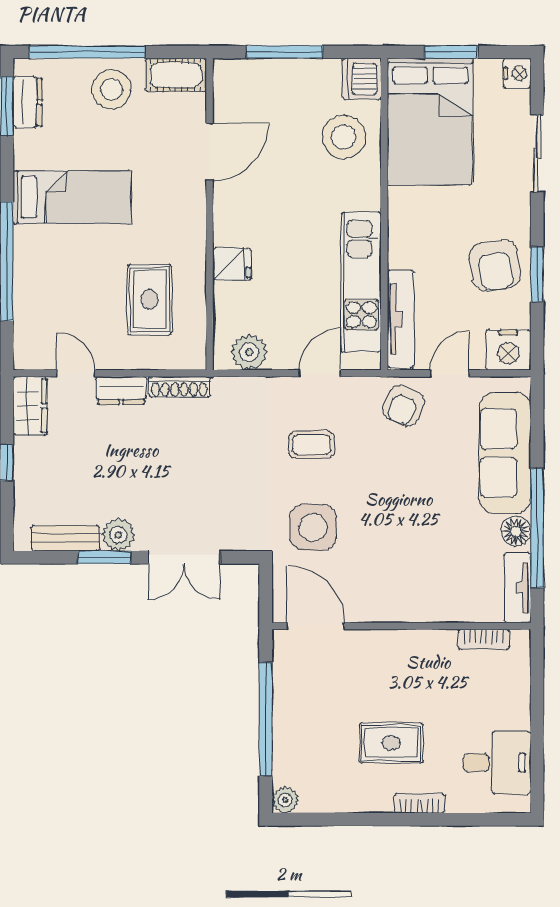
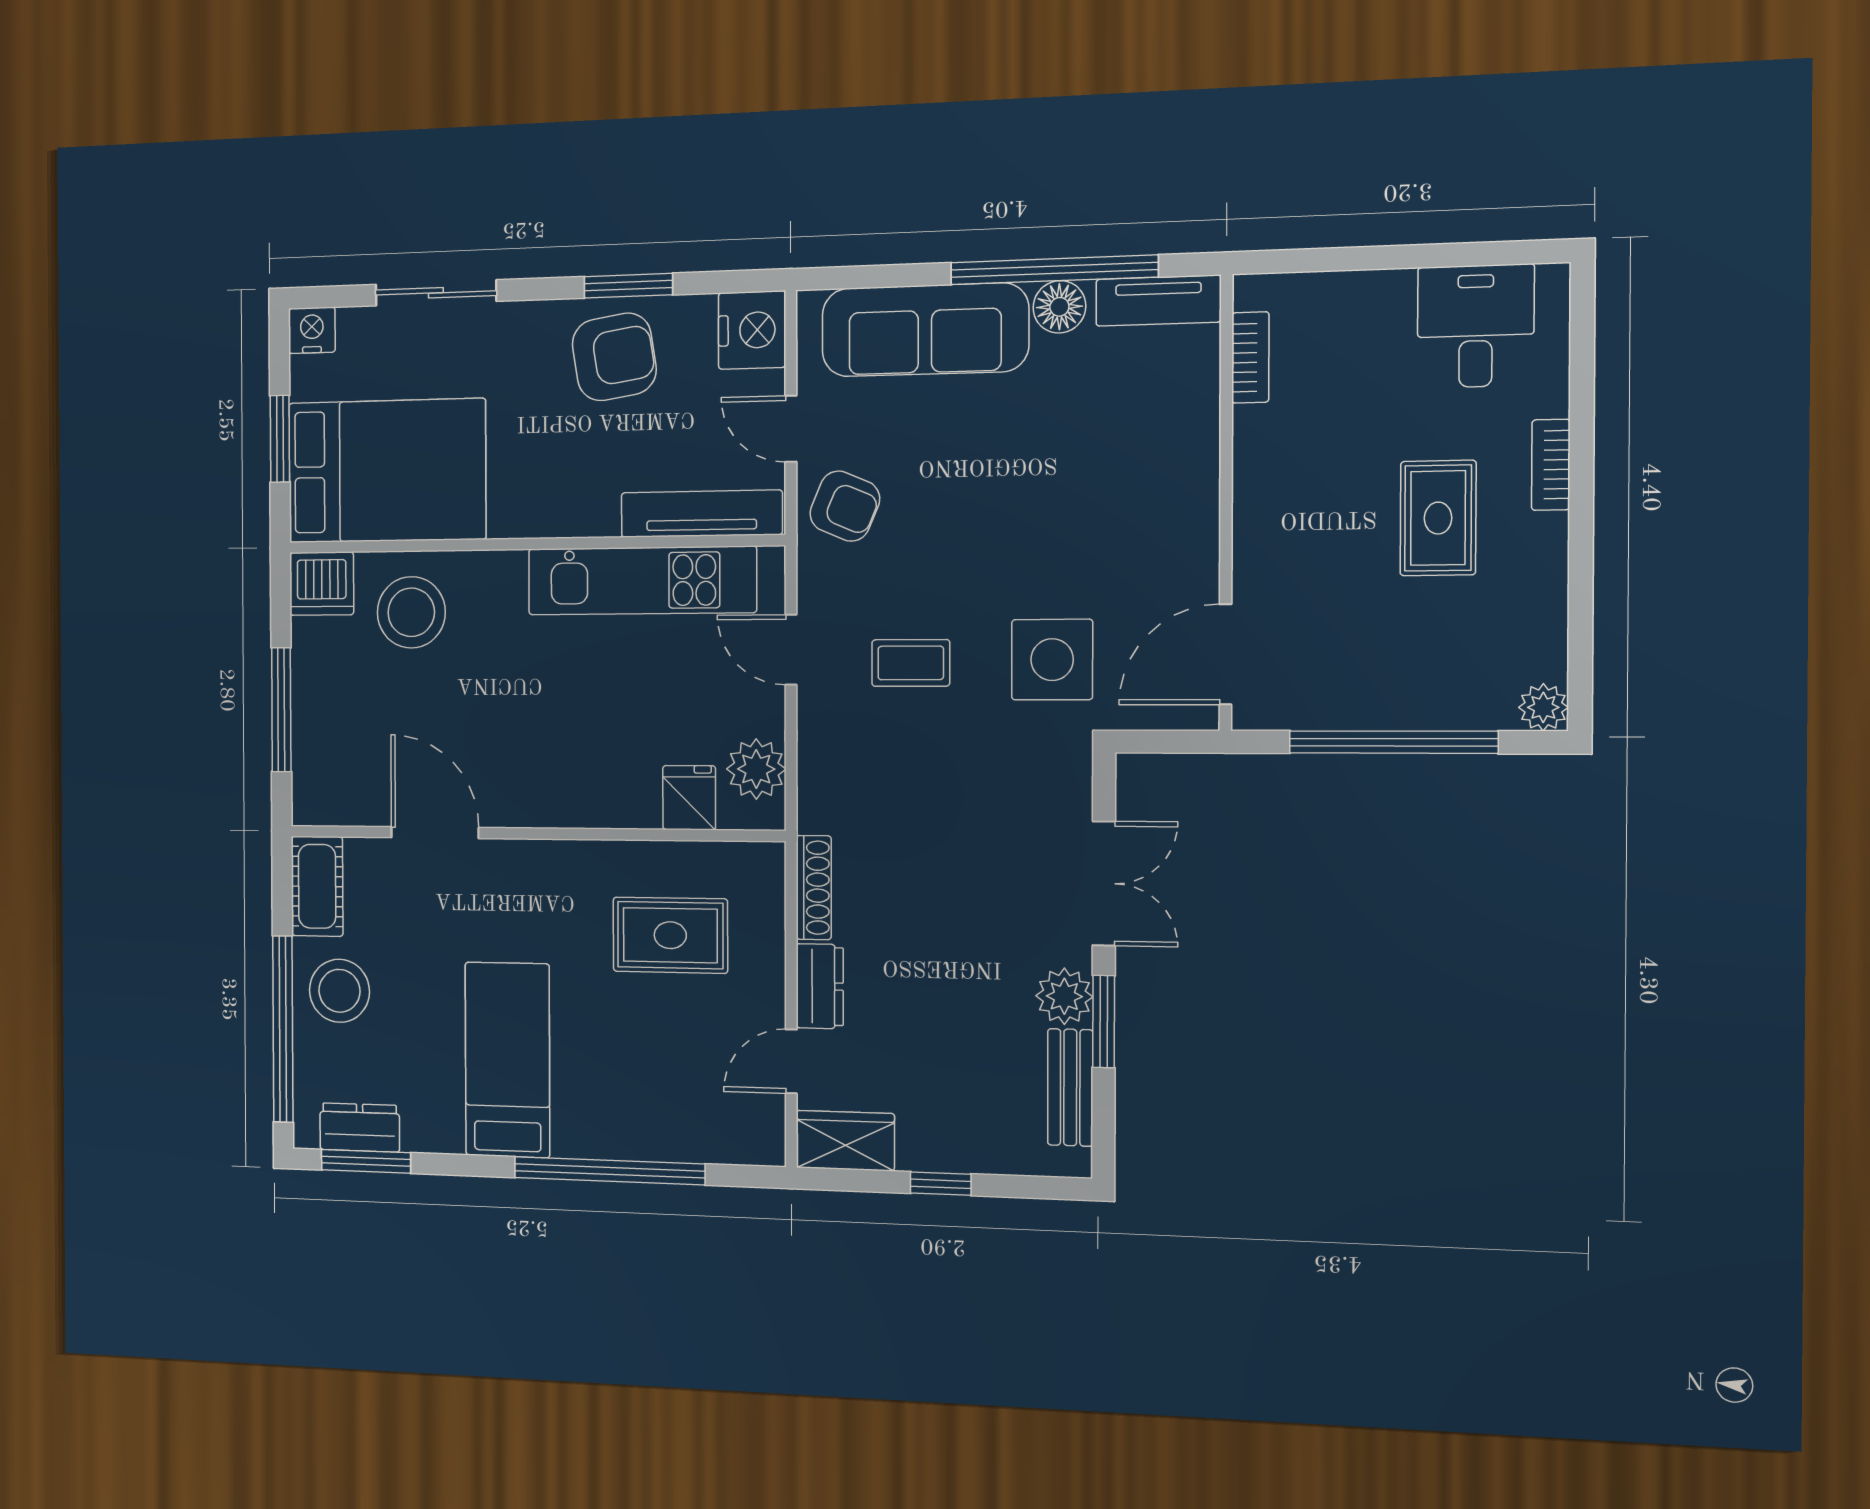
fridge: (232, 264) -> (689, 798), moved
coffee table: (311, 445) -> (911, 663), turned 90

